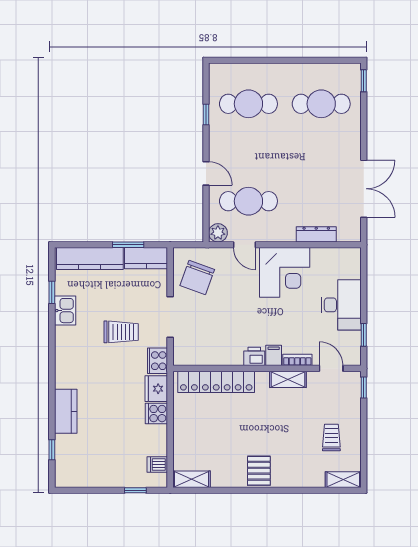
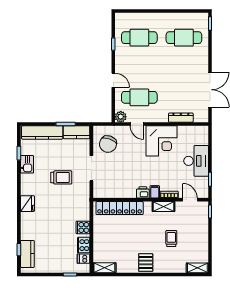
cooker: (158, 361) -> (84, 245), moved
fridge: (156, 389) -> (27, 204), moved, turned 180
kitchen counter: (66, 411) -> (27, 254), moved
trolley: (331, 438) -> (171, 239), moved

